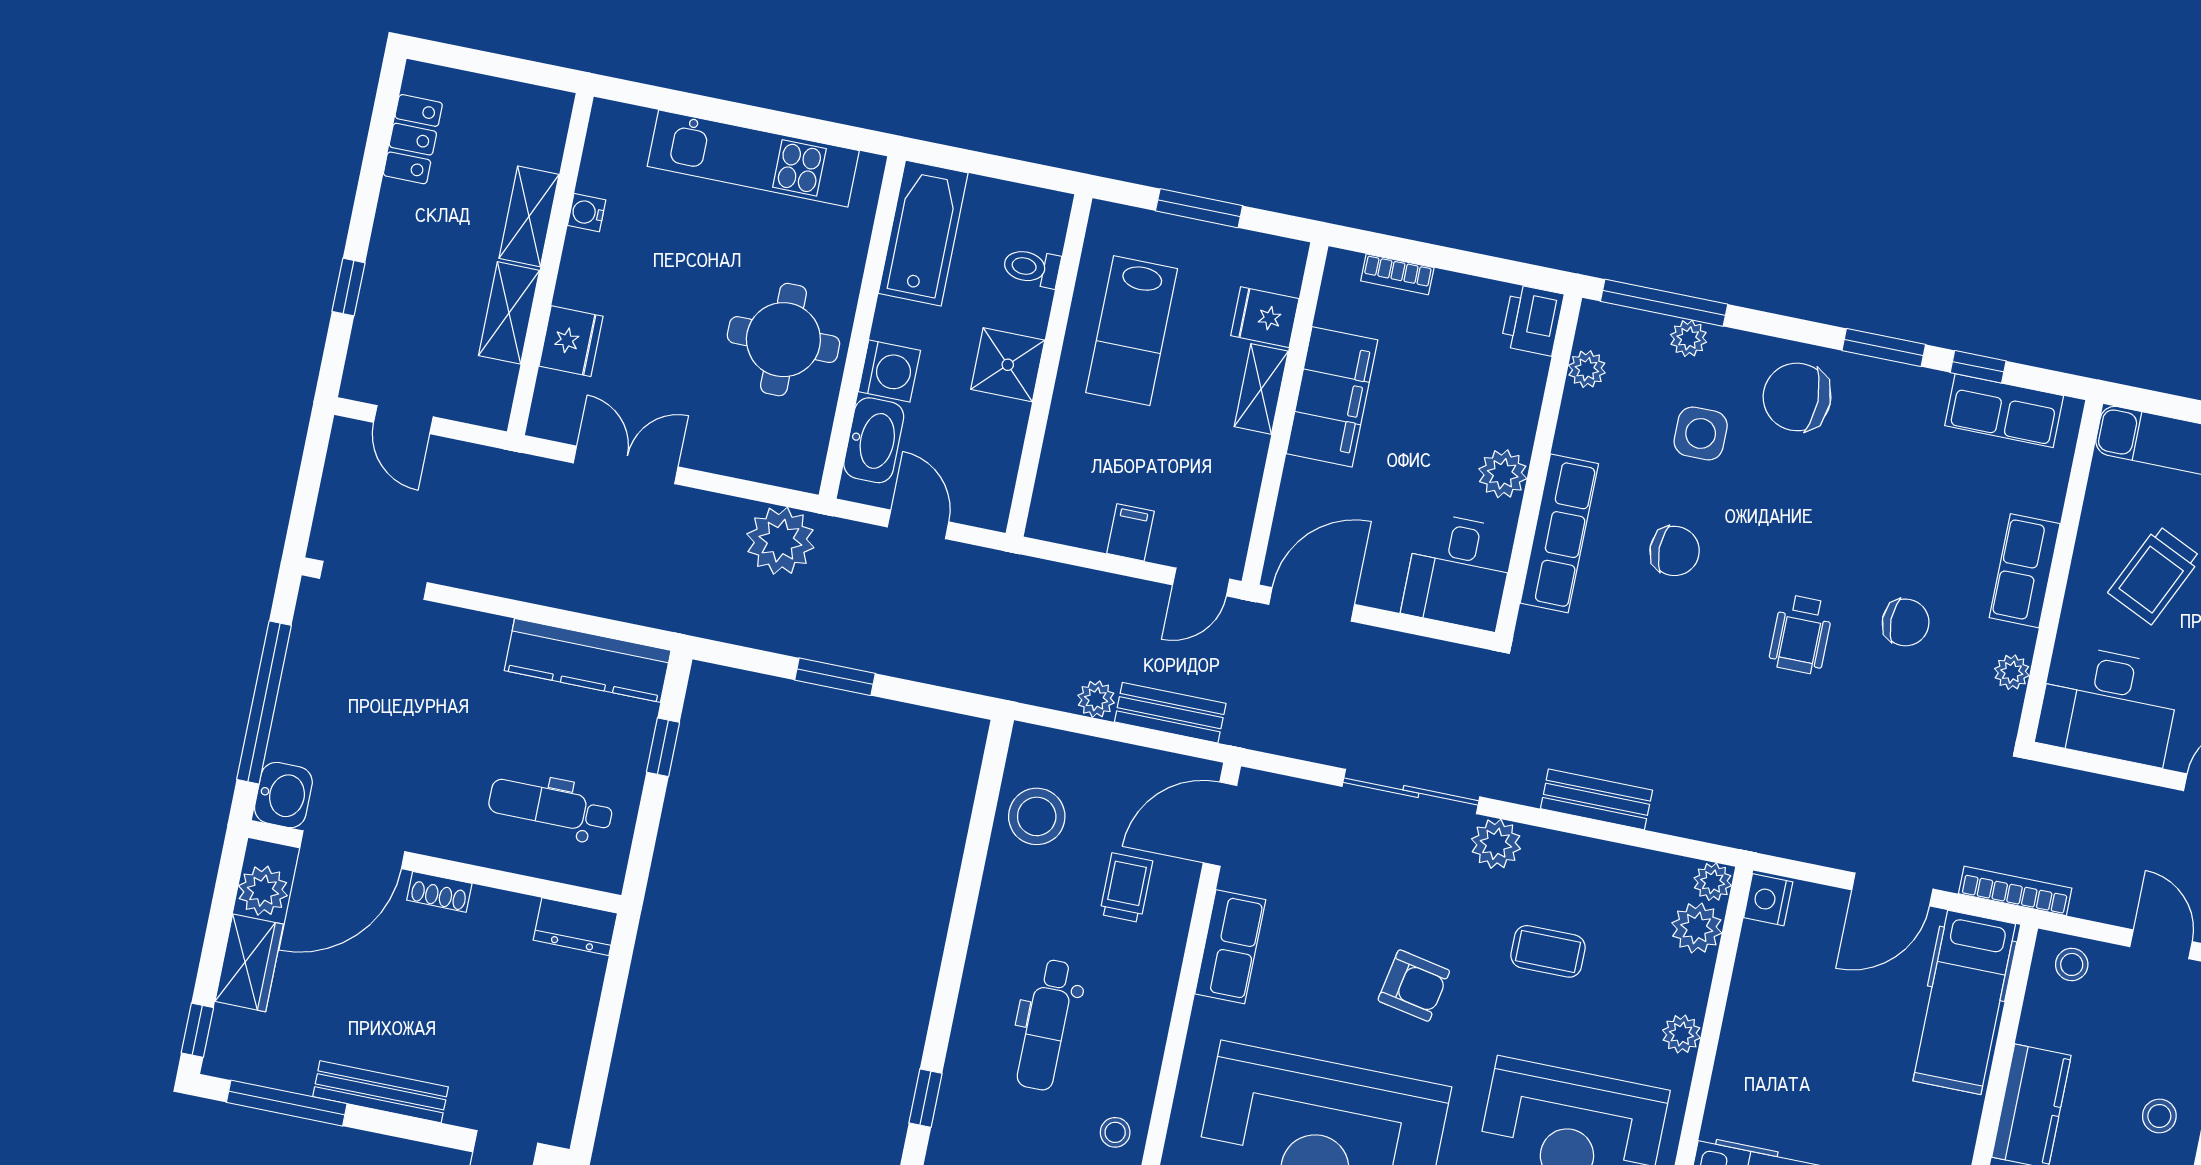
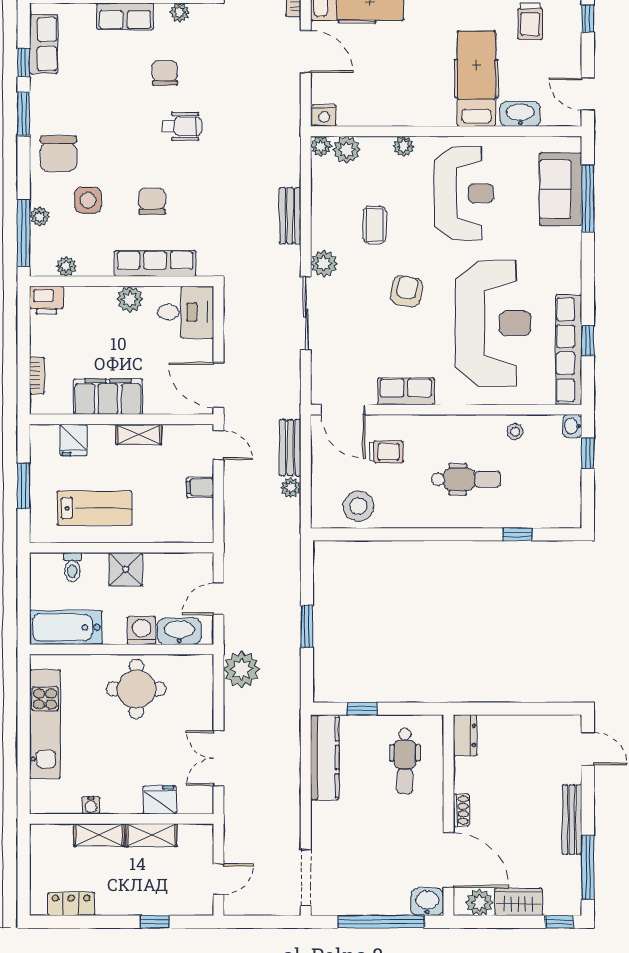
shelving: (1261, 389) -> (139, 434), moved
trolley: (1126, 888) -> (386, 452), turned 180

